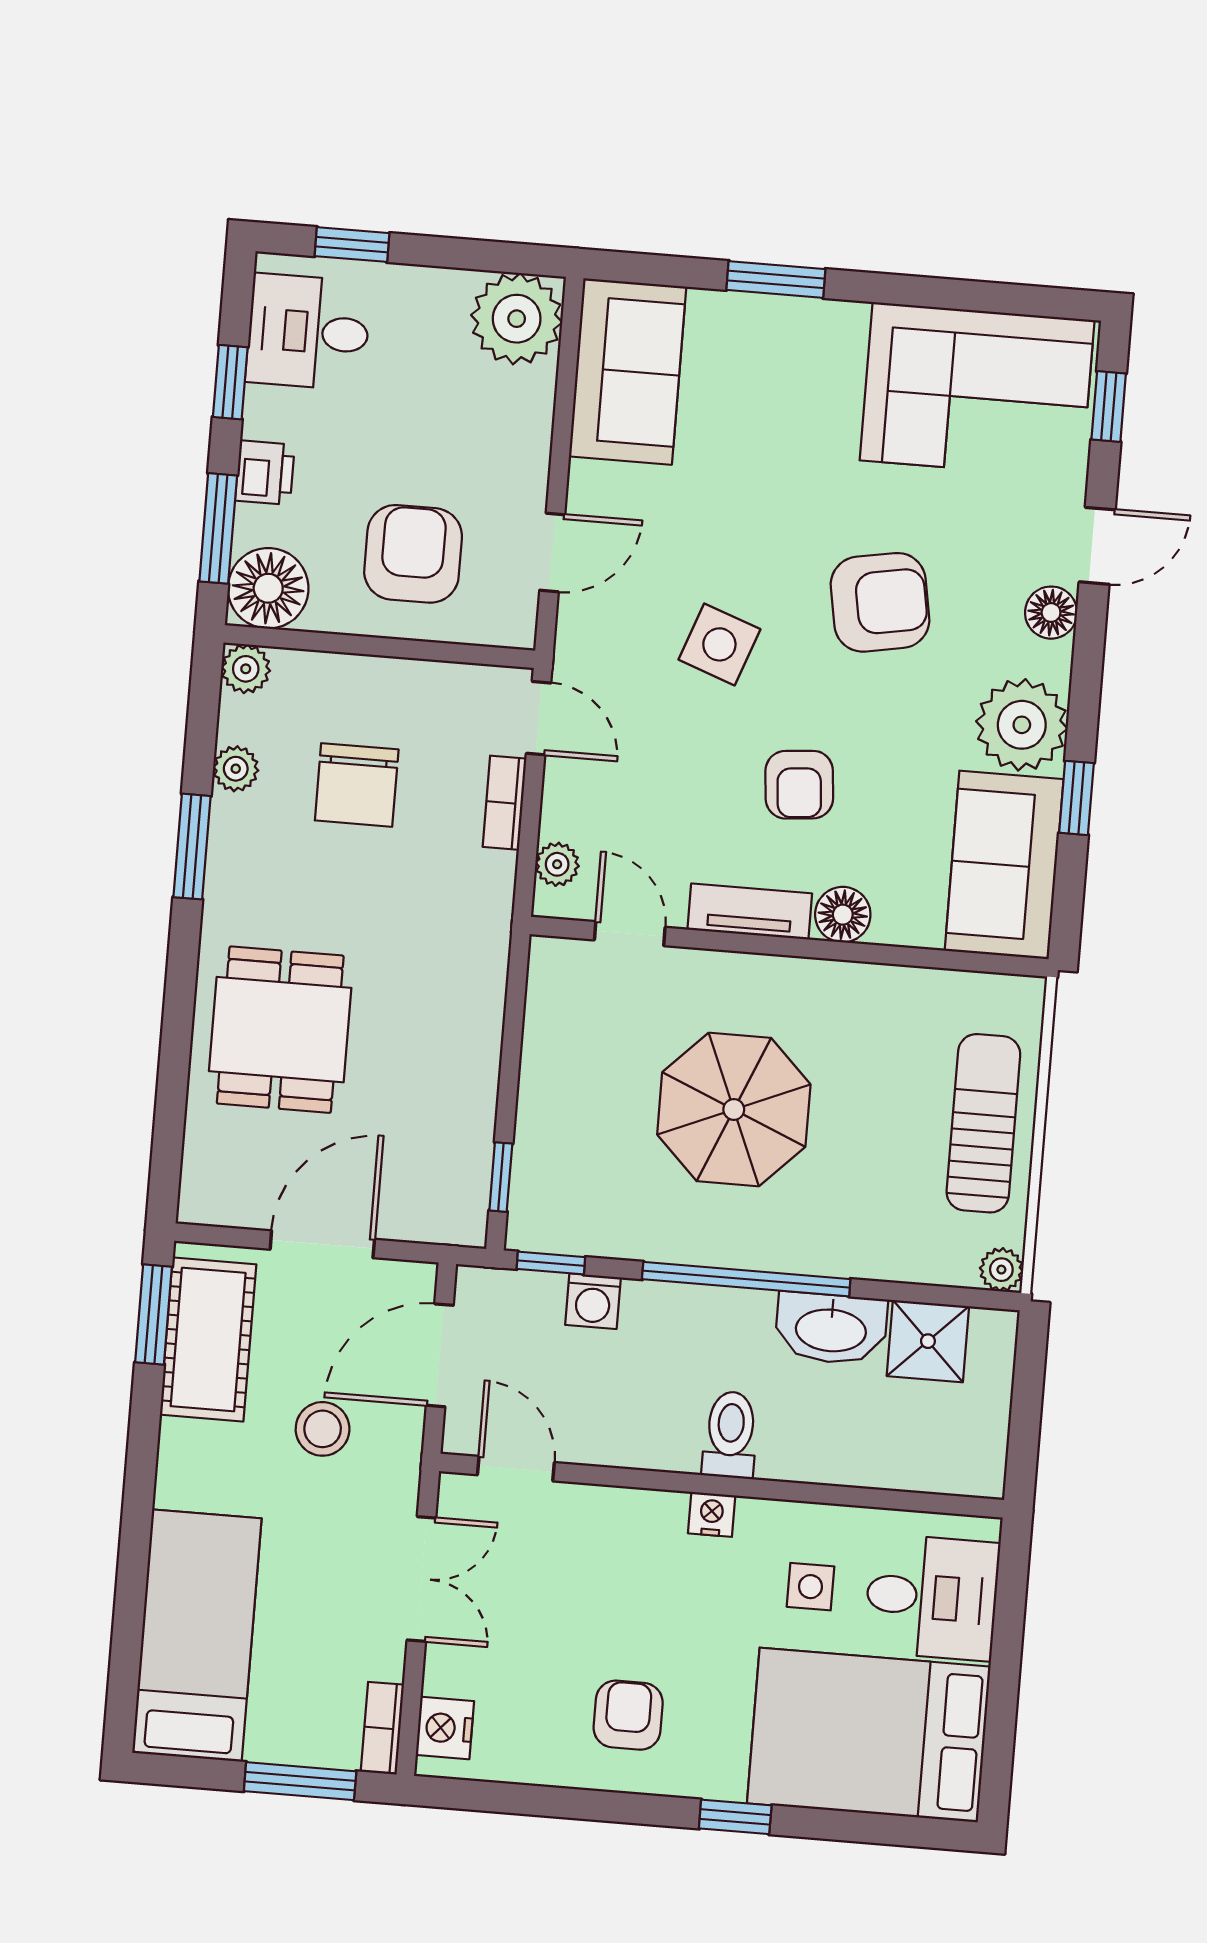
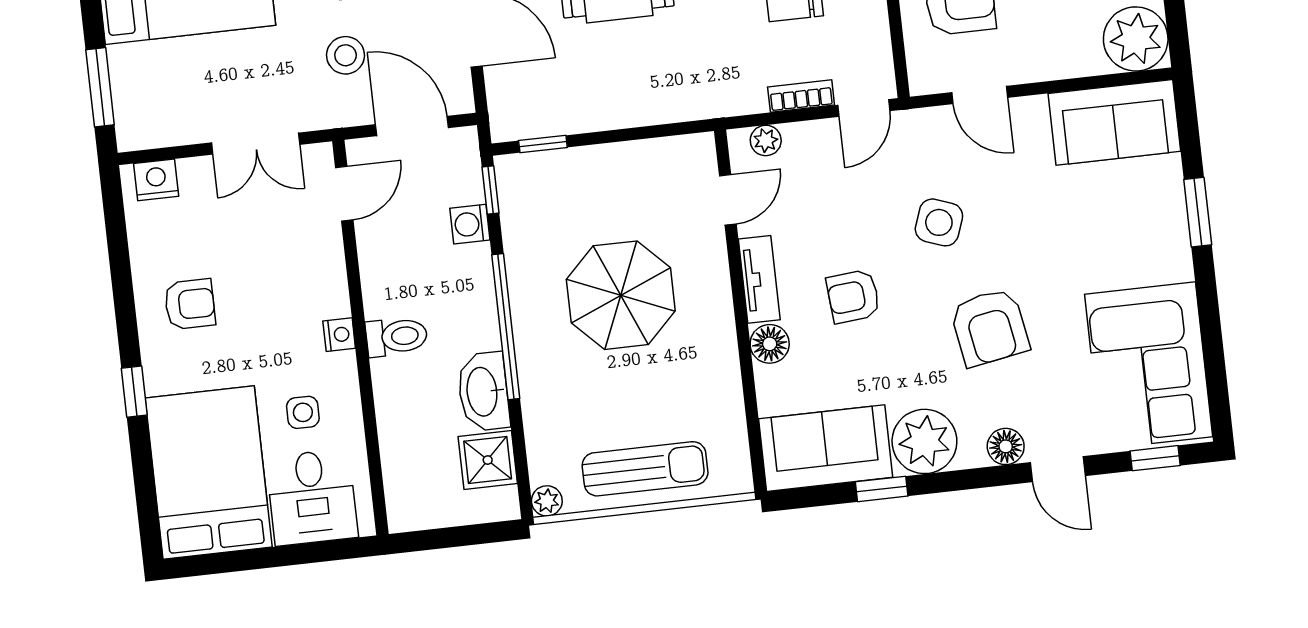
bookcase: (382, 1728) -> (148, 137), removed

